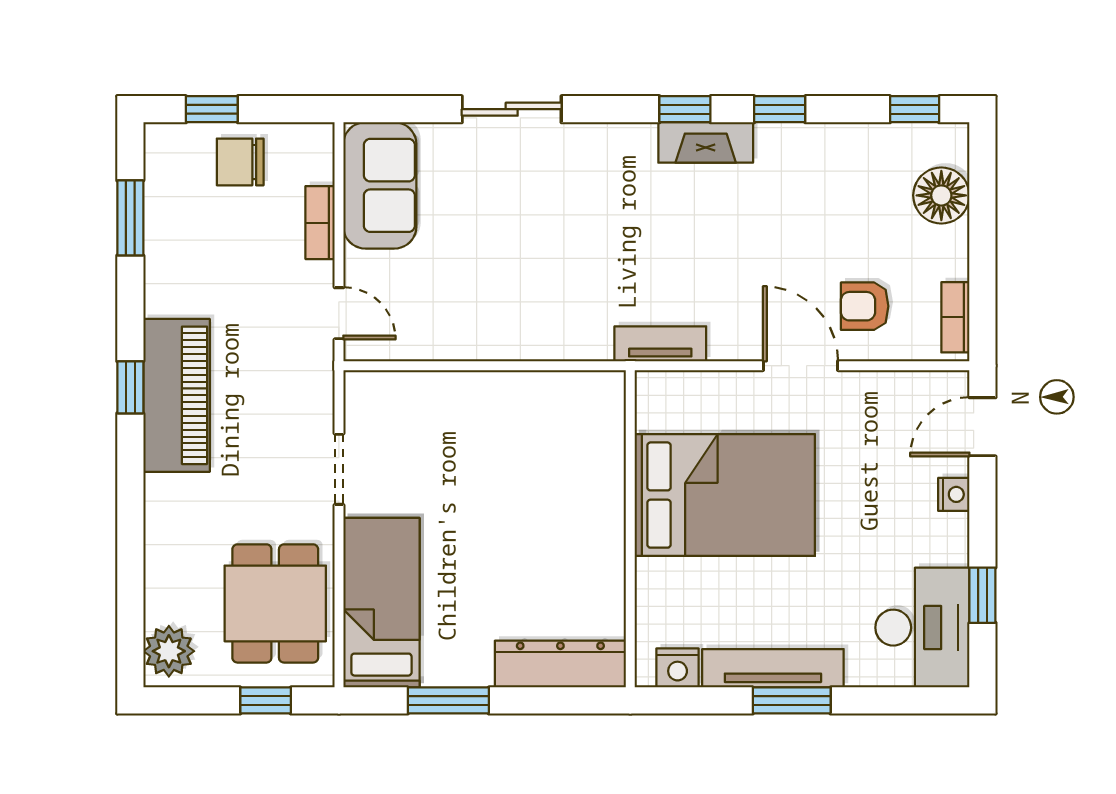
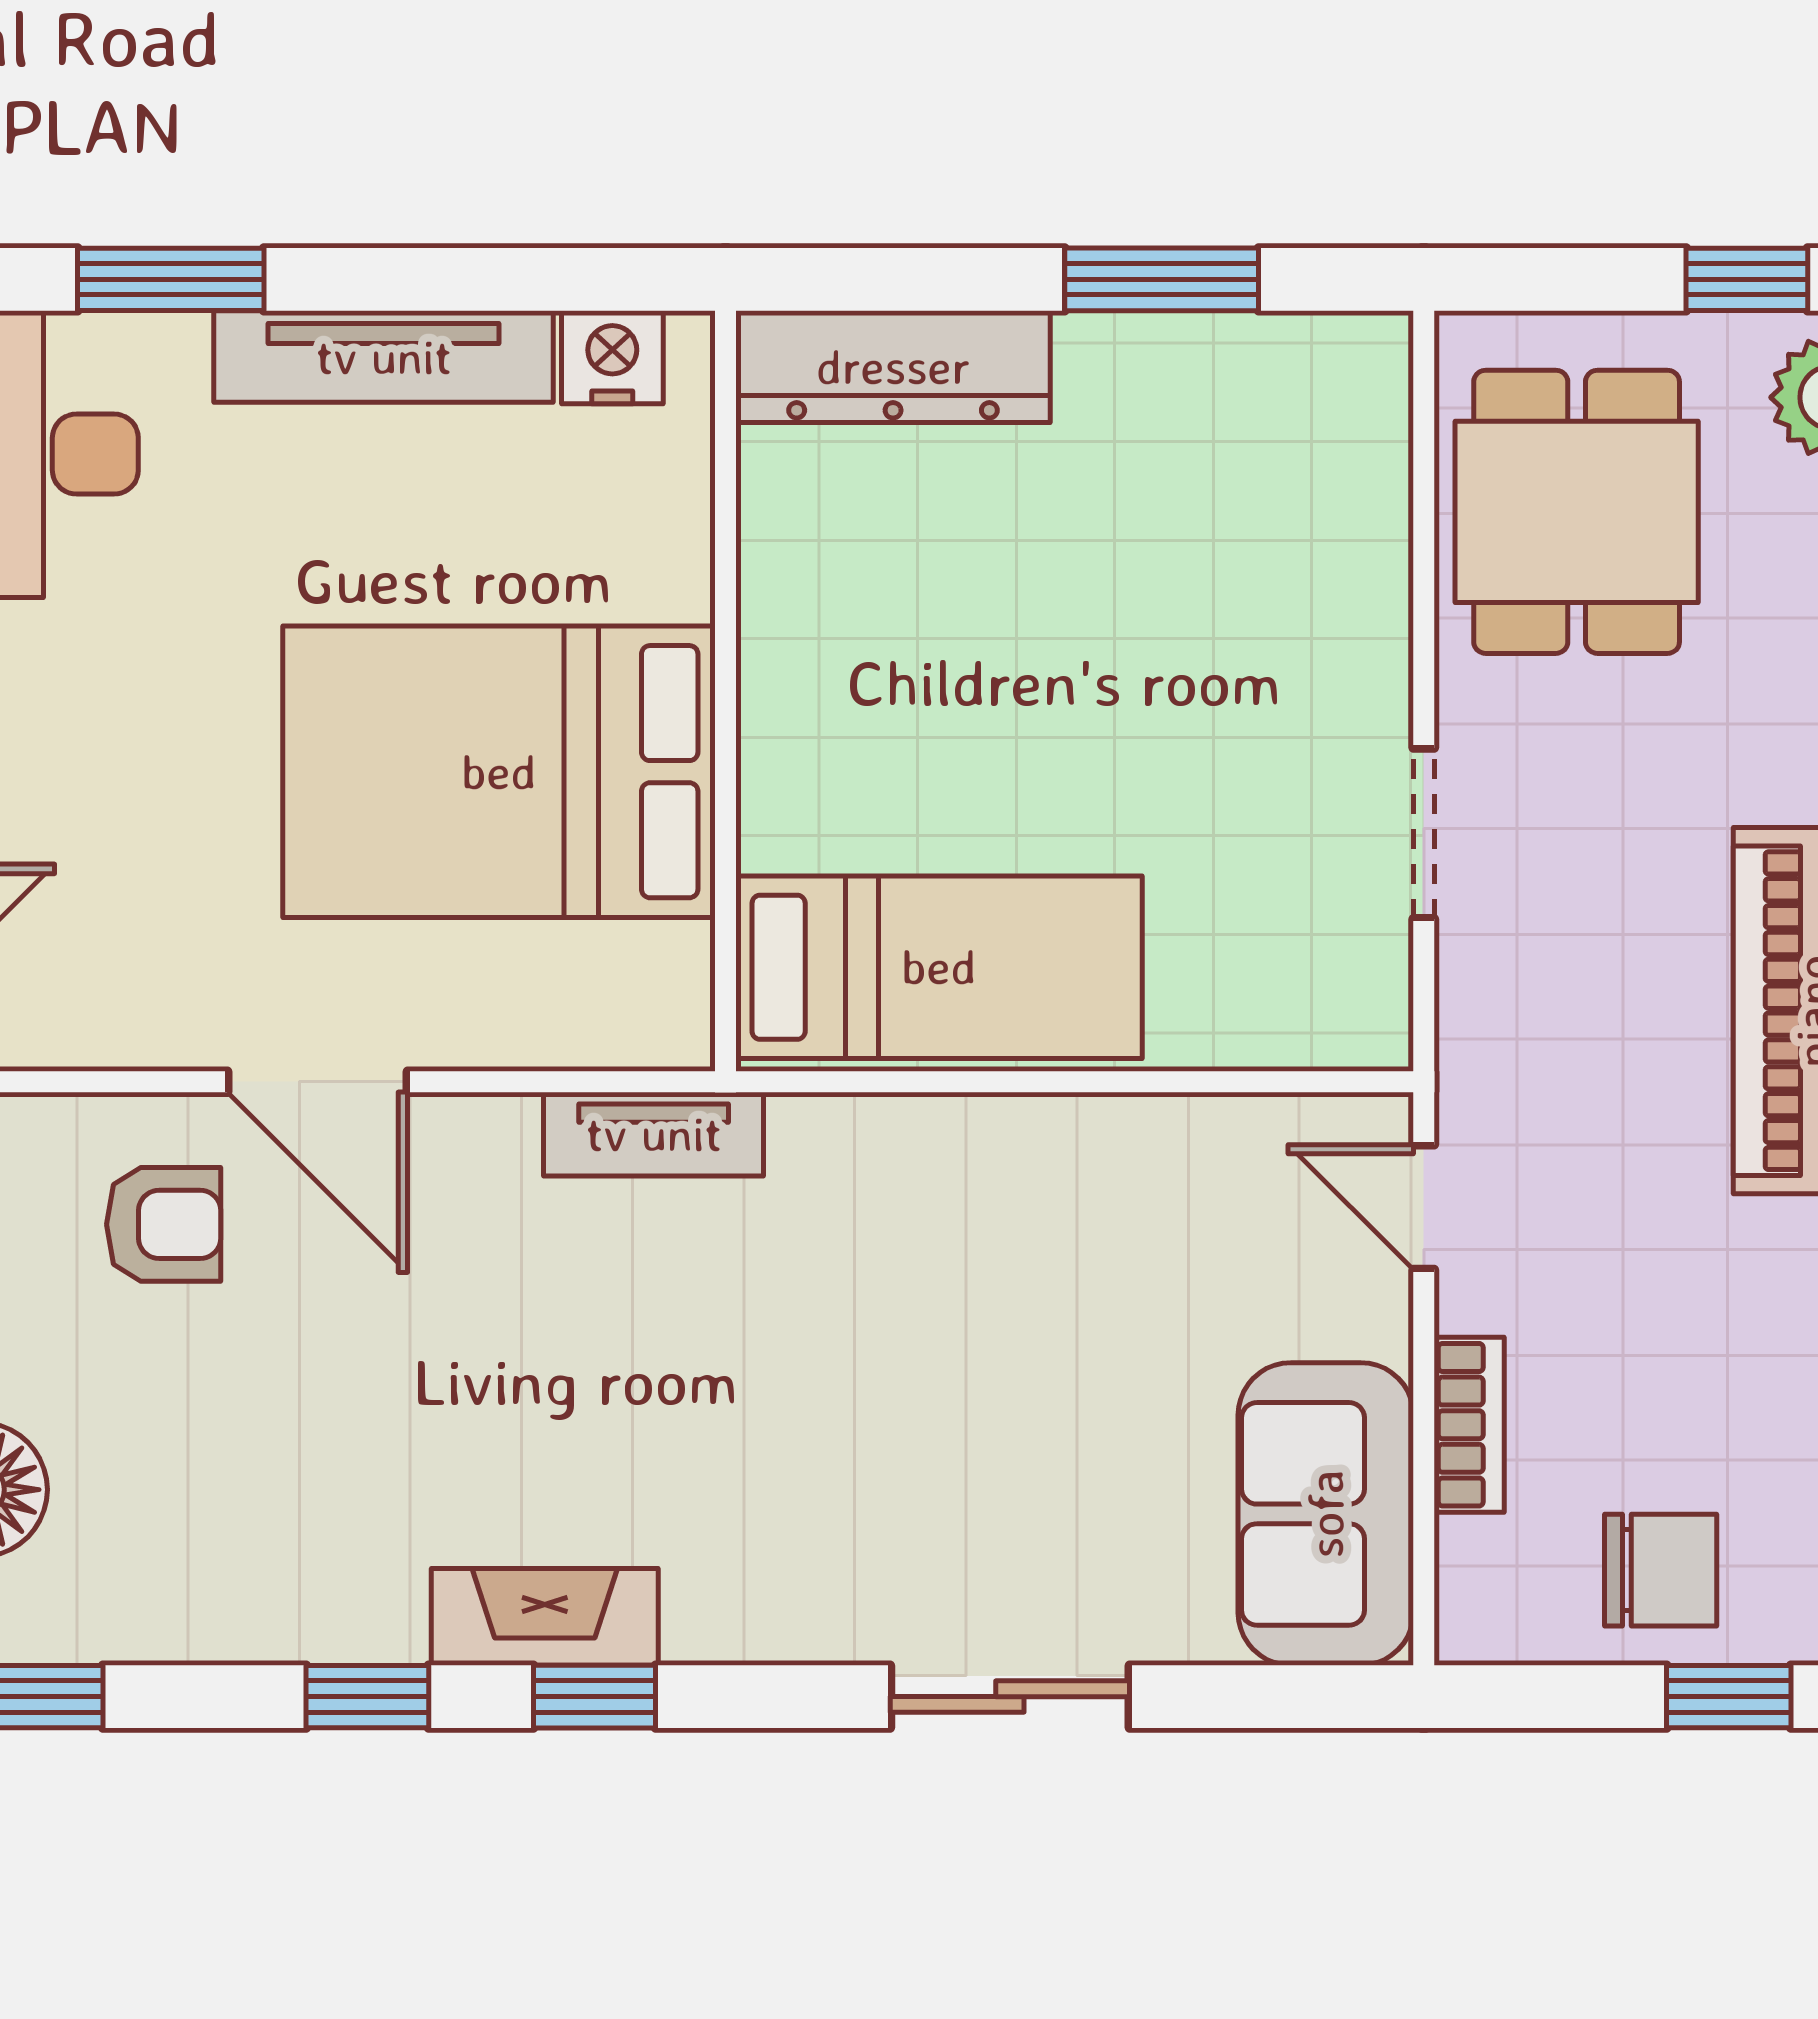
bed: (381, 603) -> (939, 967), moved, turned -90
window: (266, 700) -> (1747, 279), moved
window: (792, 700) -> (171, 279), moved

